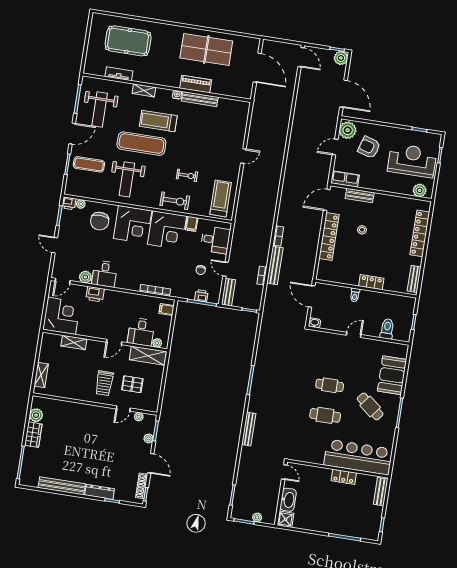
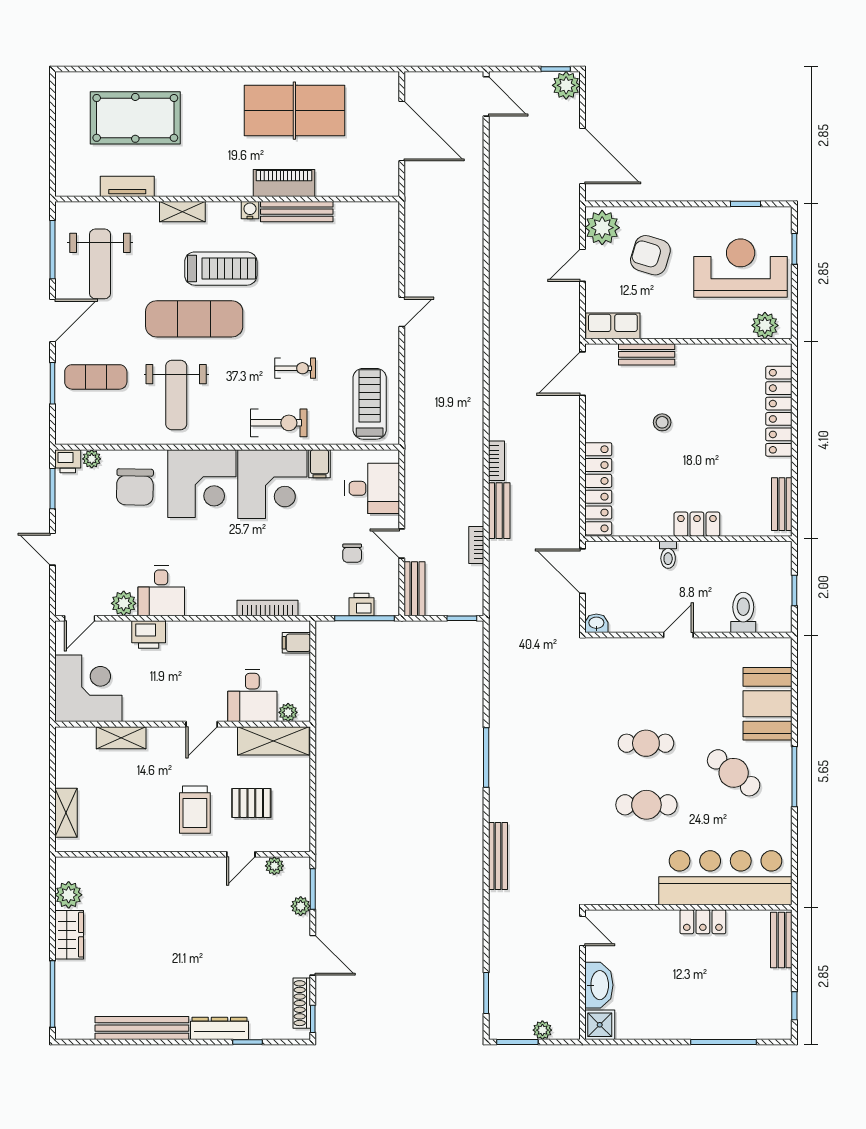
treadmill: (158, 121) -> (221, 269), turned 180
locker: (329, 237) -> (598, 489), moved
bench: (275, 265) -> (499, 511), width x0.73

